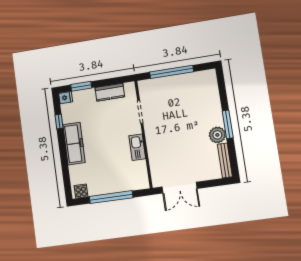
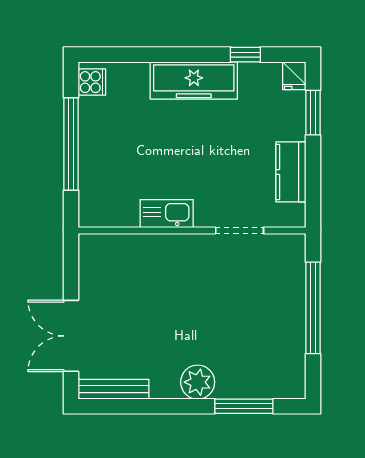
window: (228, 124) -> (244, 406), moved
plant: (217, 135) -> (198, 382), moved
double door: (180, 188) -> (71, 336), moved

